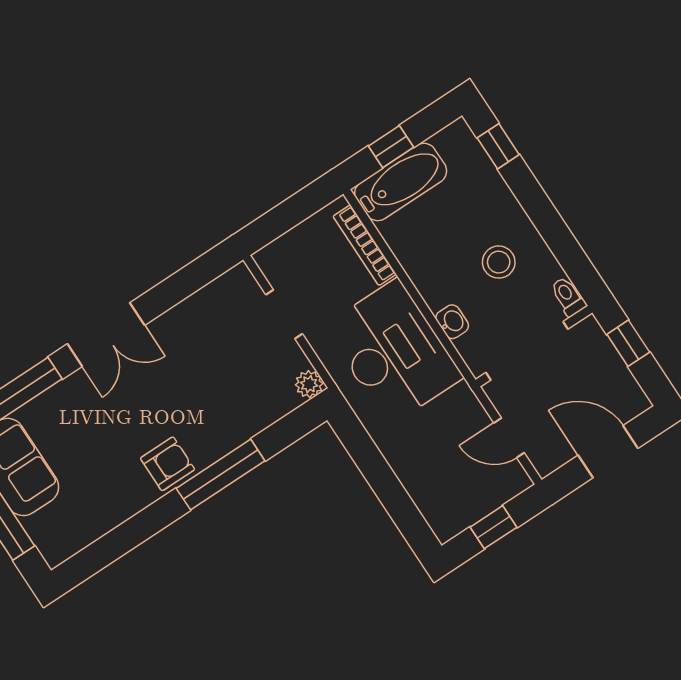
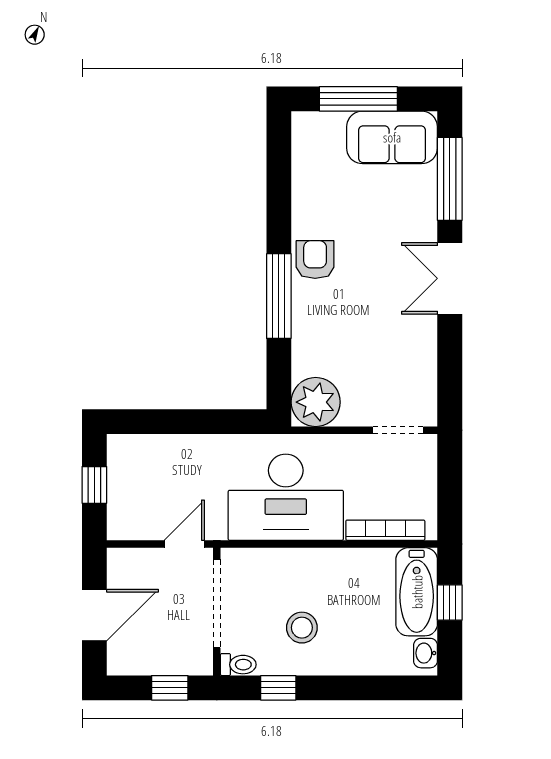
window: (498, 146) -> (278, 688), moved
doorway: (284, 314) -> (398, 430), moved
washbasin: (452, 322) -> (426, 653), moved, turned 90
plant: (309, 384) -> (316, 402), width x1.88, depth x1.88
door: (509, 438) -> (184, 544), moved
armchair: (168, 464) -> (315, 260), turned 180

